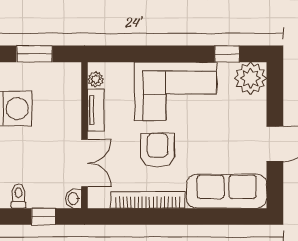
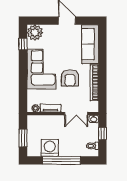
armchair: (158, 150) -> (70, 78), turned -90
double door: (84, 163) -> (76, 114), swing flipped

